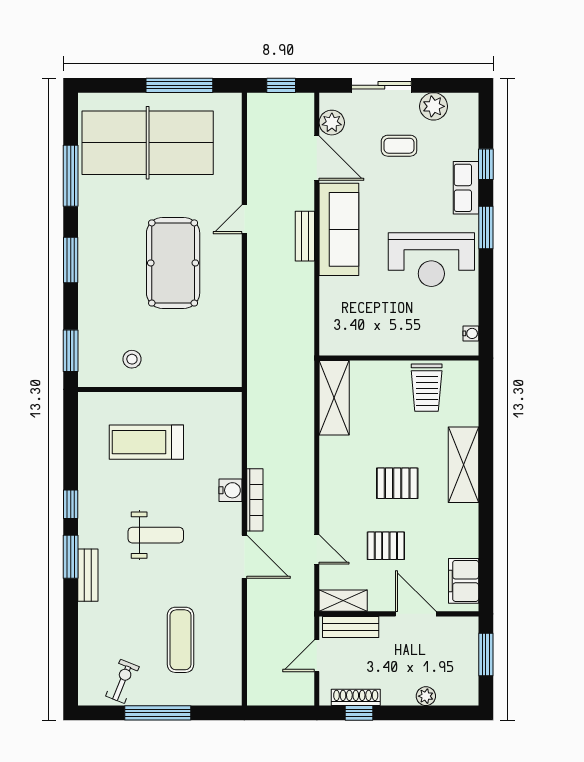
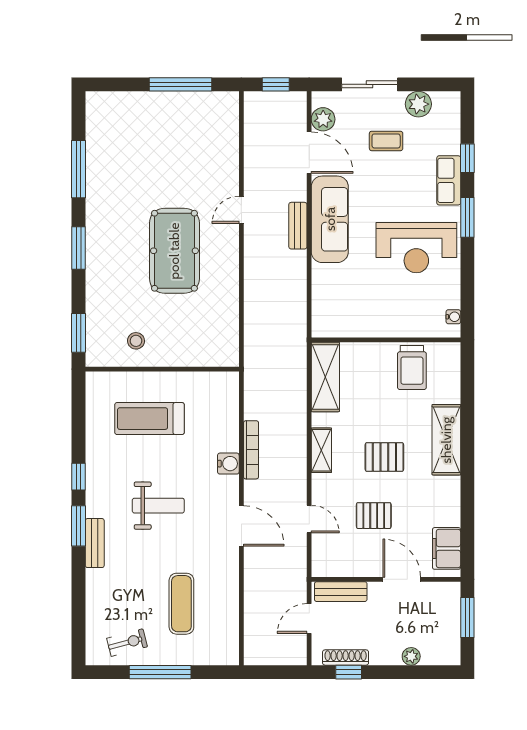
table tennis table: (148, 143) -> (151, 138), removed
bookcase: (255, 500) -> (251, 450), moved
shelving: (343, 601) -> (321, 450), moved, turned 90
exercise bike: (122, 681) -> (127, 643), turned 53

